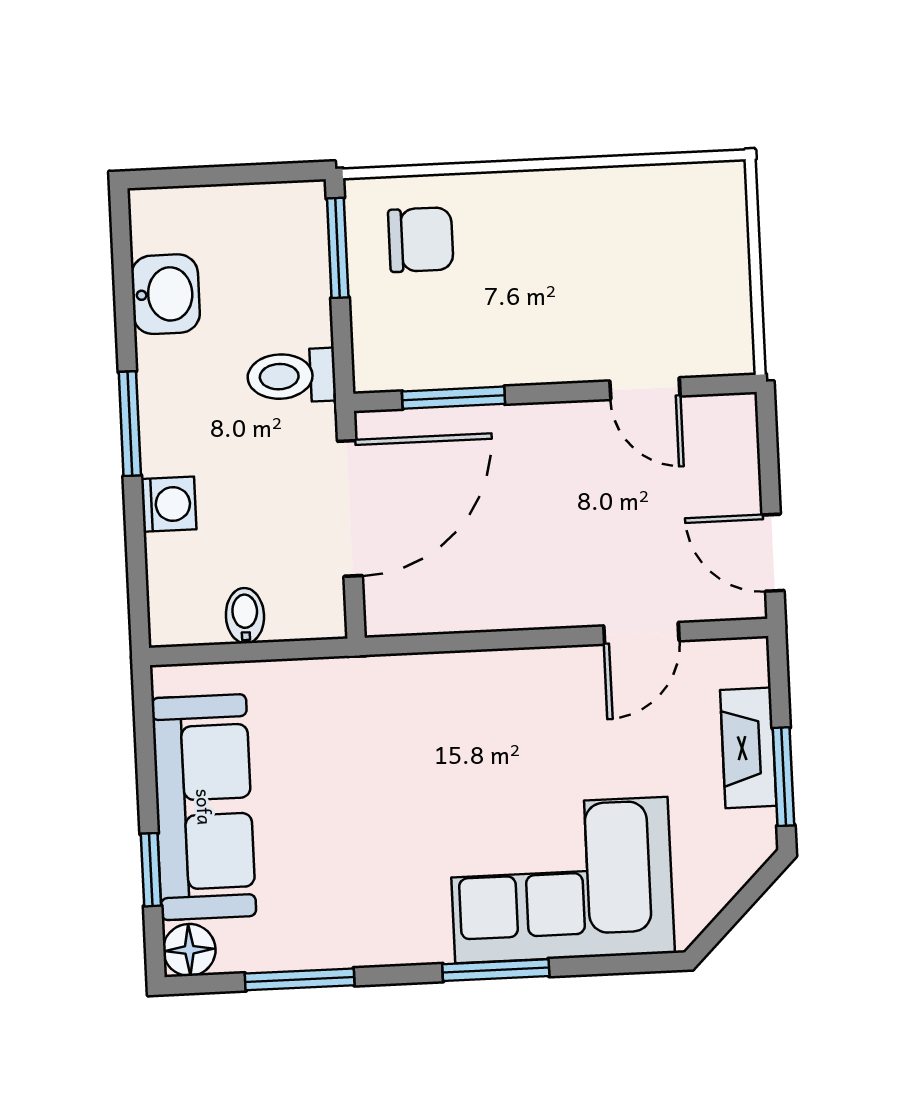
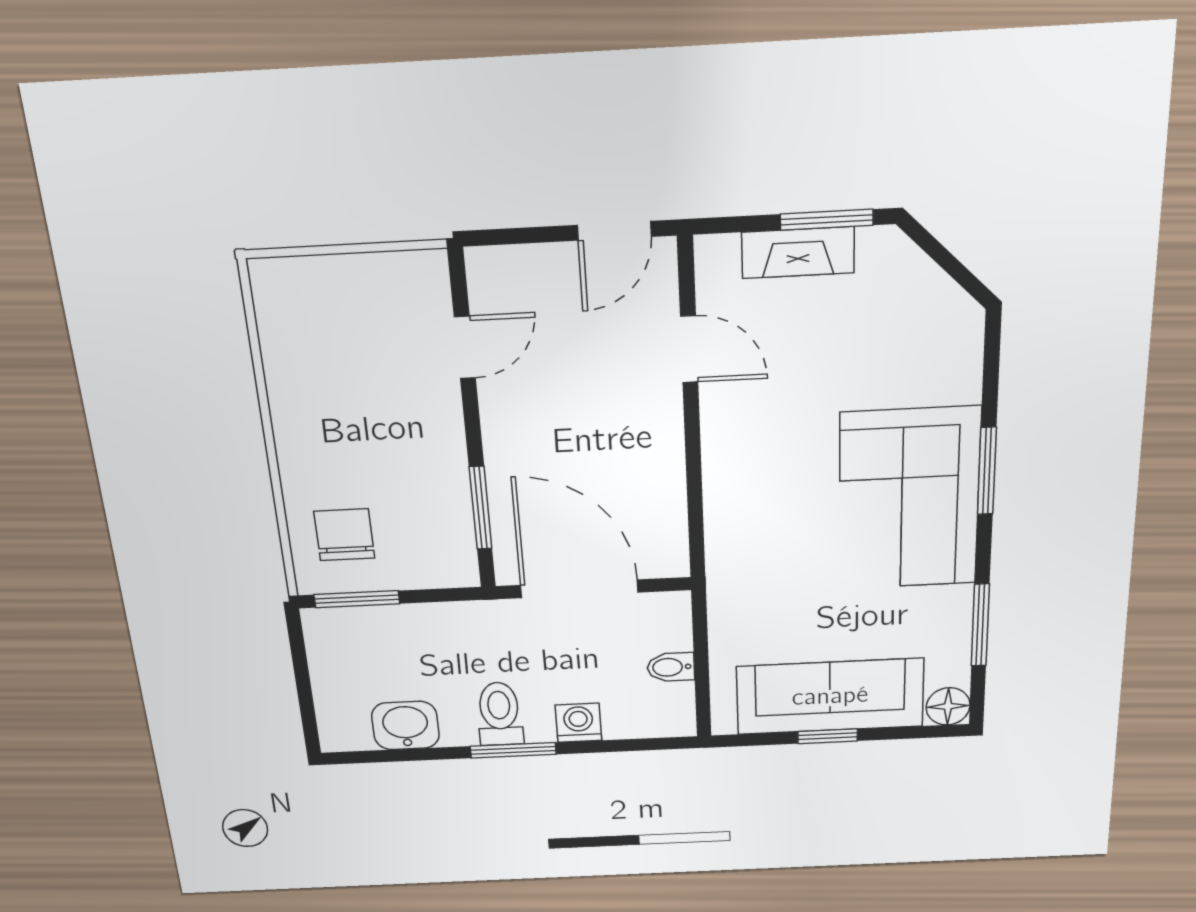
toilet: (291, 376) -> (500, 714), moved, turned 180
window: (151, 870) -> (828, 736), moved
corner sofa: (561, 880) -> (909, 499), moved

